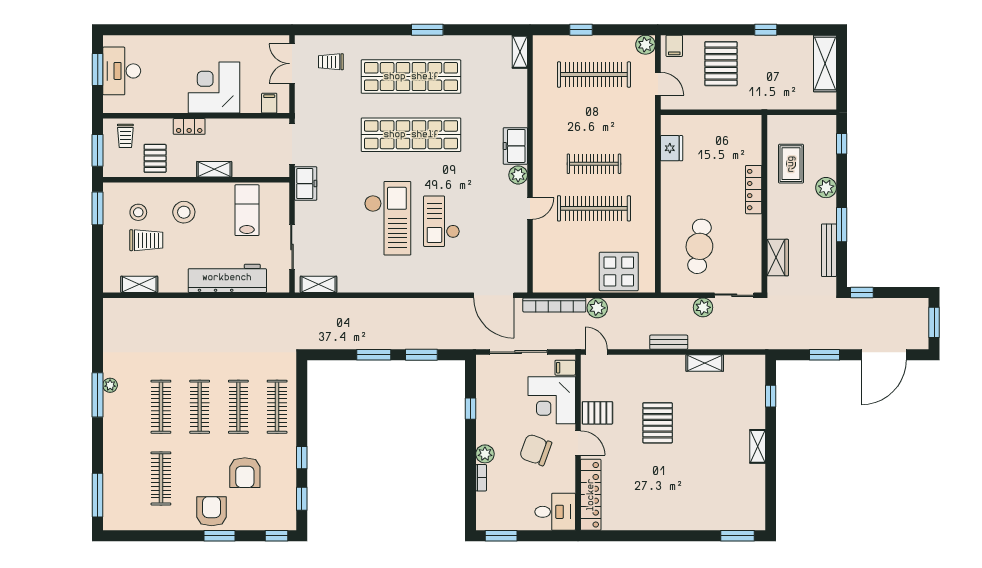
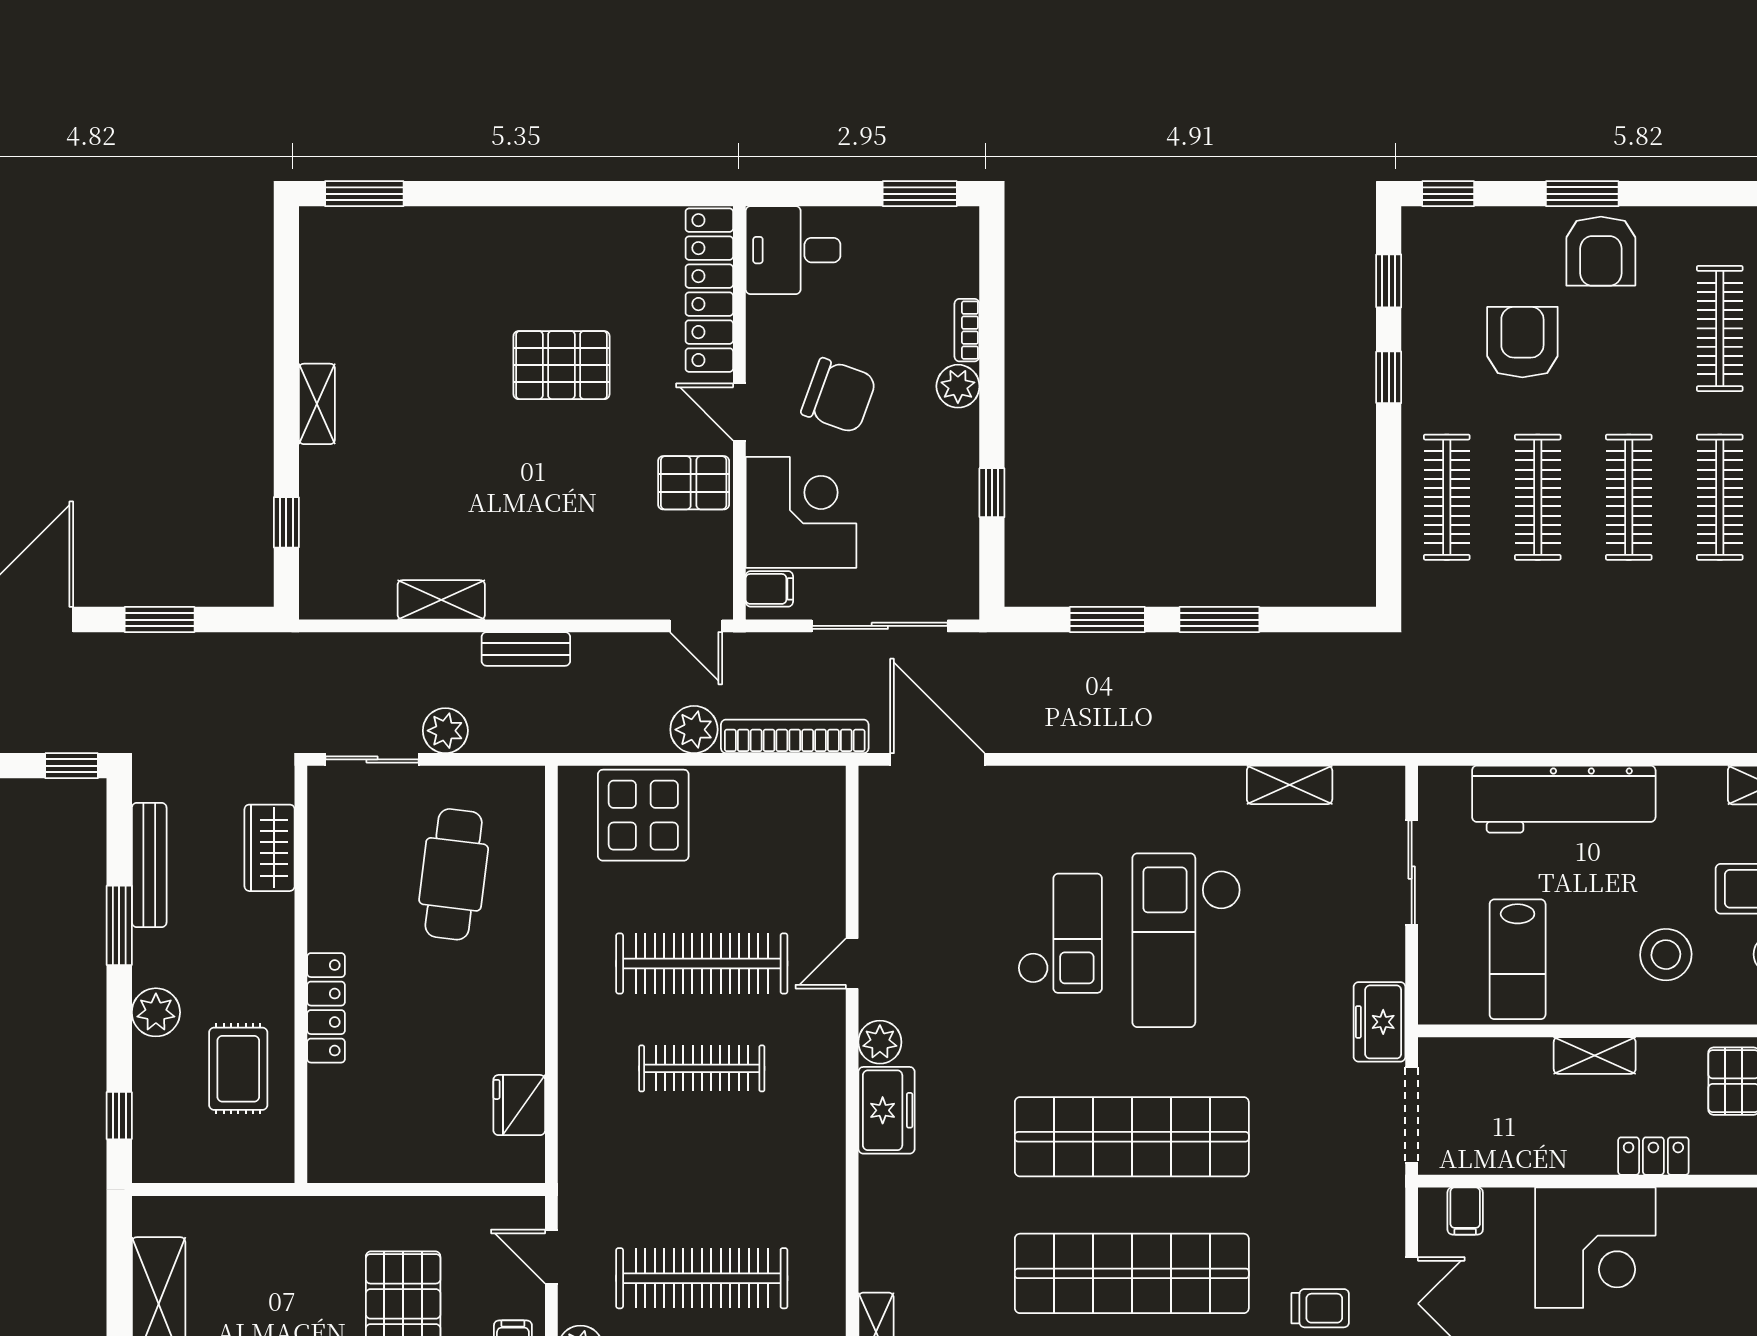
shelving: (319, 284) -> (1290, 785), moved
pallet: (658, 423) -> (561, 365), moved, turned 90

